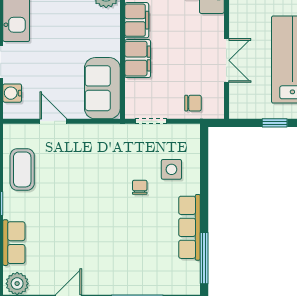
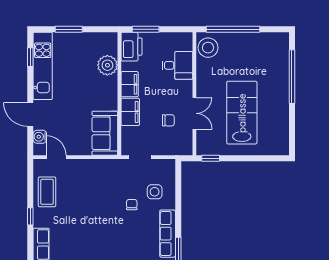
chair: (193, 103) -> (168, 120), moved
door: (53, 121) -> (56, 157), moved
window: (275, 123) -> (211, 158), moved

